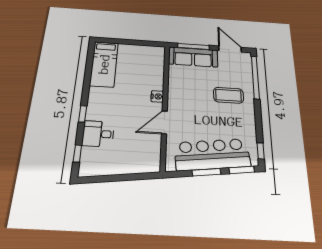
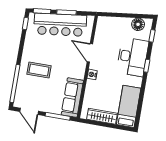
wardrobe: (137, 51) -> (102, 116), added
sofa: (193, 57) -> (72, 98), moved, turned -90
door: (164, 122) -> (90, 53), swing flipped
desk: (98, 134) -> (133, 57), width x1.87, depth x1.30
floor lamp: (99, 167) -> (138, 24), added

